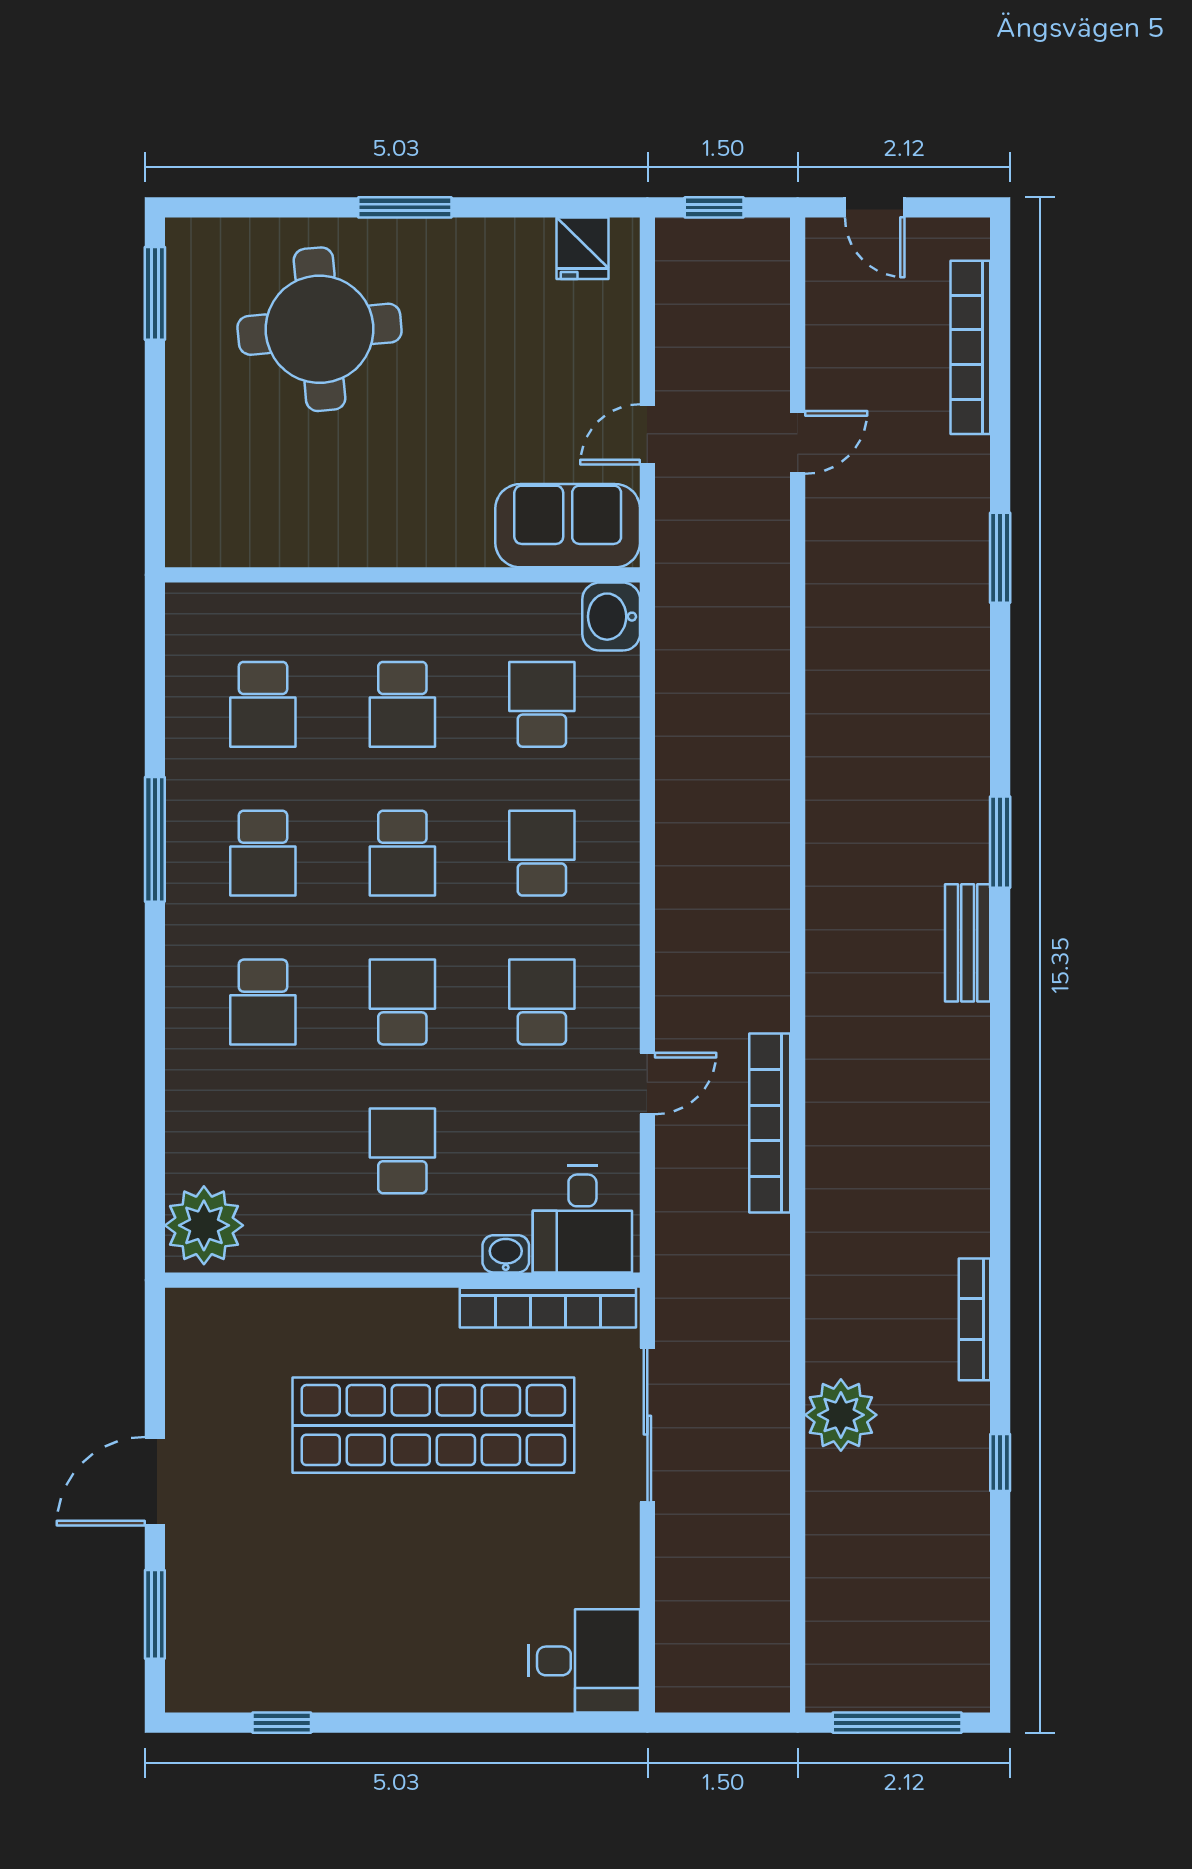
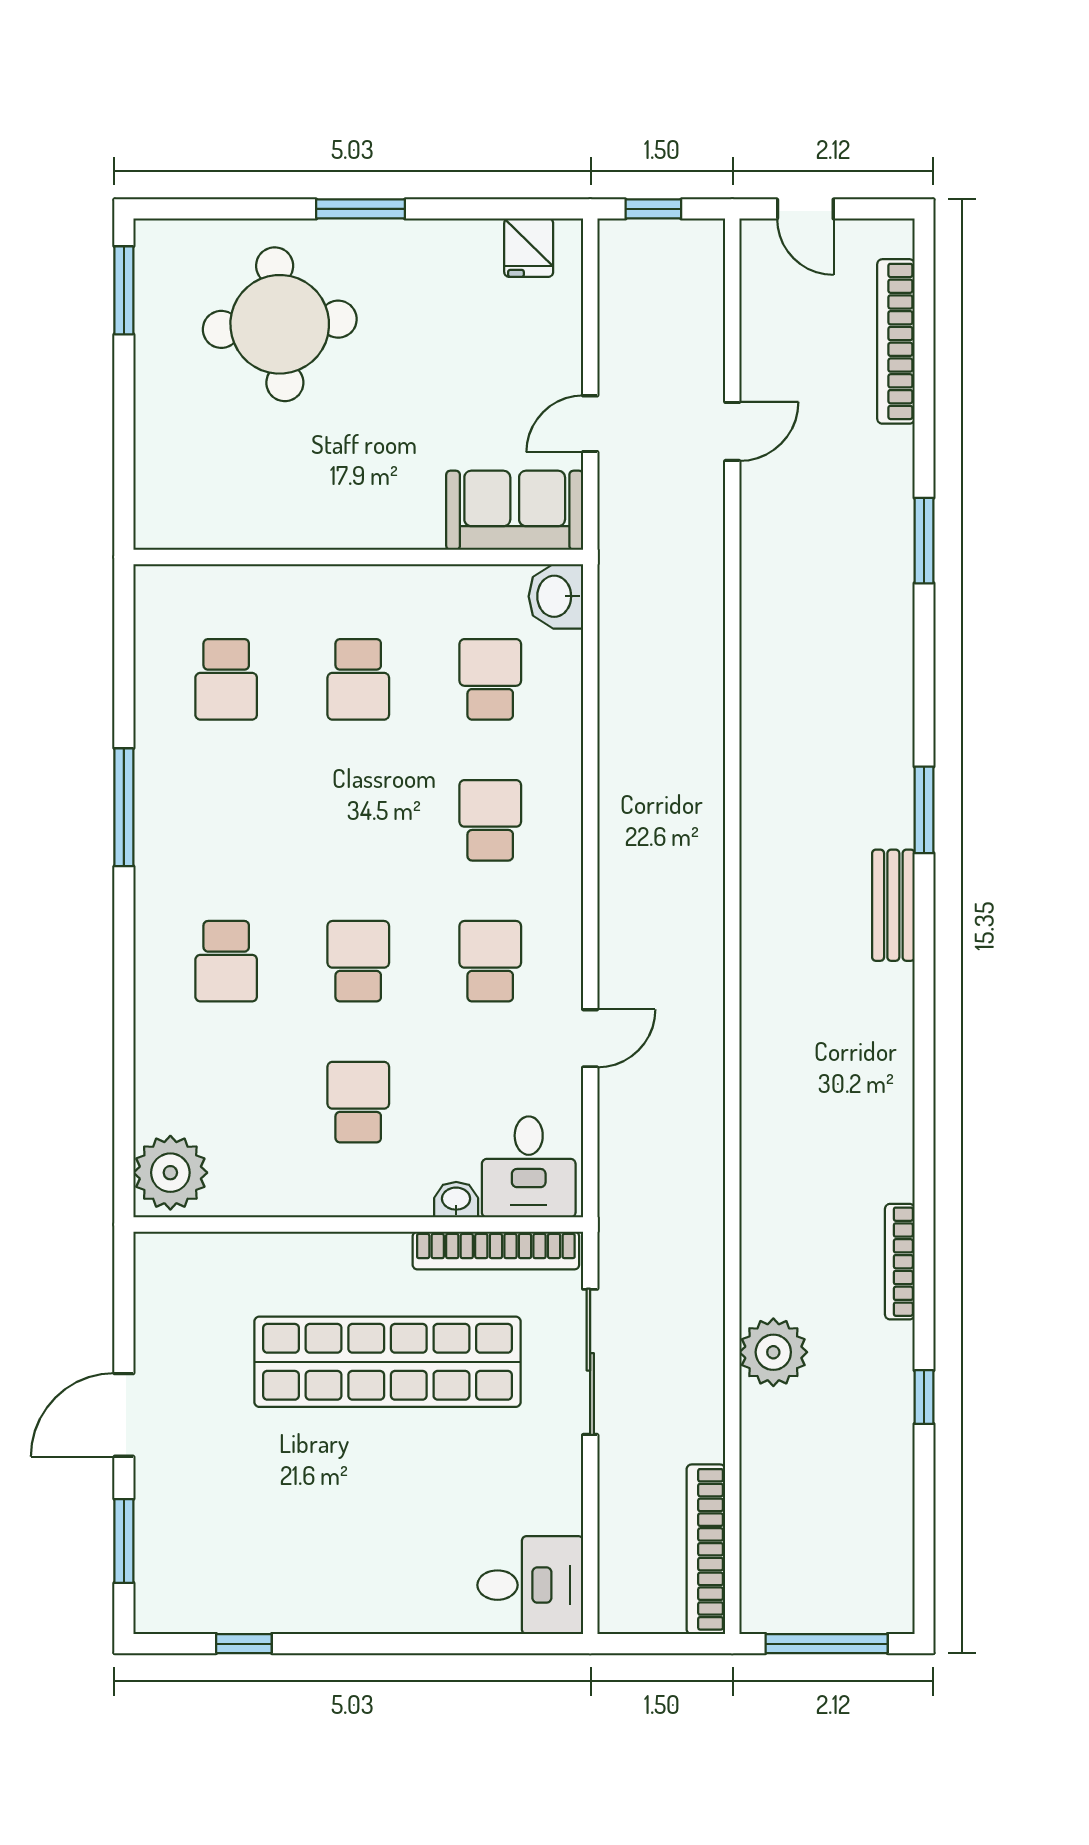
school desk: (263, 853) -> (226, 820), removed
school desk: (402, 853) -> (358, 820), removed
bookcase: (770, 1123) -> (706, 1549), moved

